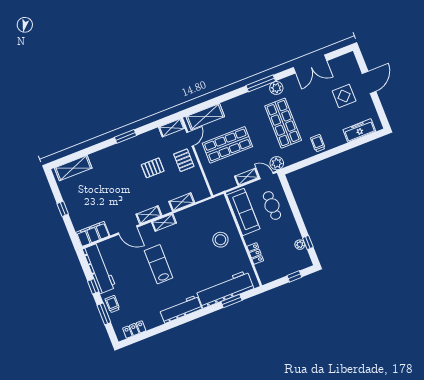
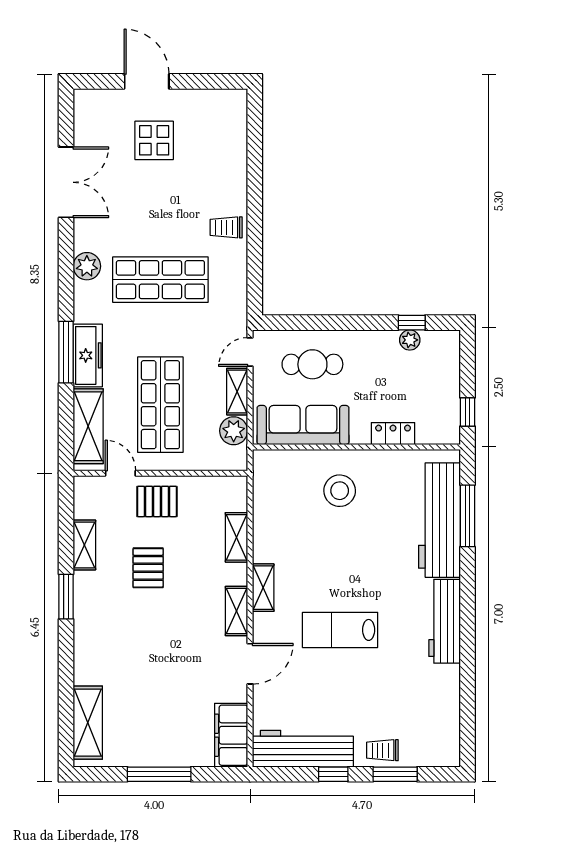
window: (261, 83) -> (66, 352), moved
shelving: (172, 128) -> (84, 545), moved
freezer: (359, 131) -> (88, 355), moved, turned 180
plant: (277, 163) -> (234, 431), moved
window: (63, 209) -> (159, 774), width x2.17
window: (294, 276) -> (467, 412), moved
window: (232, 301) -> (467, 516), width x1.44
locker: (134, 329) -> (449, 727), removed

